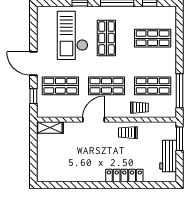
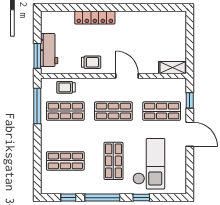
trolley: (139, 108) -> (66, 87), moved
door: (94, 120) -> (127, 76), swing flipped
workbench: (168, 156) -> (49, 50), moved

